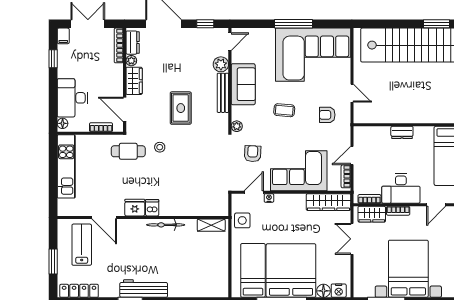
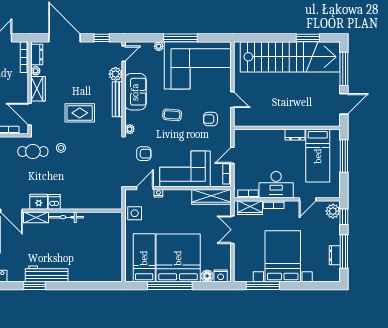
plant: (269, 33) -> (159, 46), added
rug: (181, 108) -> (80, 113), turned 90
dresser: (402, 132) -> (295, 135), moved
armchair: (253, 154) -> (144, 154), turned 87
shelving: (211, 225) -> (36, 217), moved

